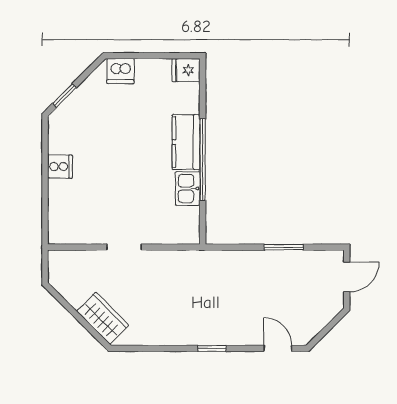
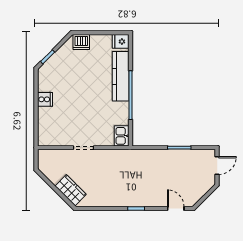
kitchen counter: (186, 142) -> (121, 76), width x1.50
kitchen sink: (188, 188) -> (122, 136), moved

